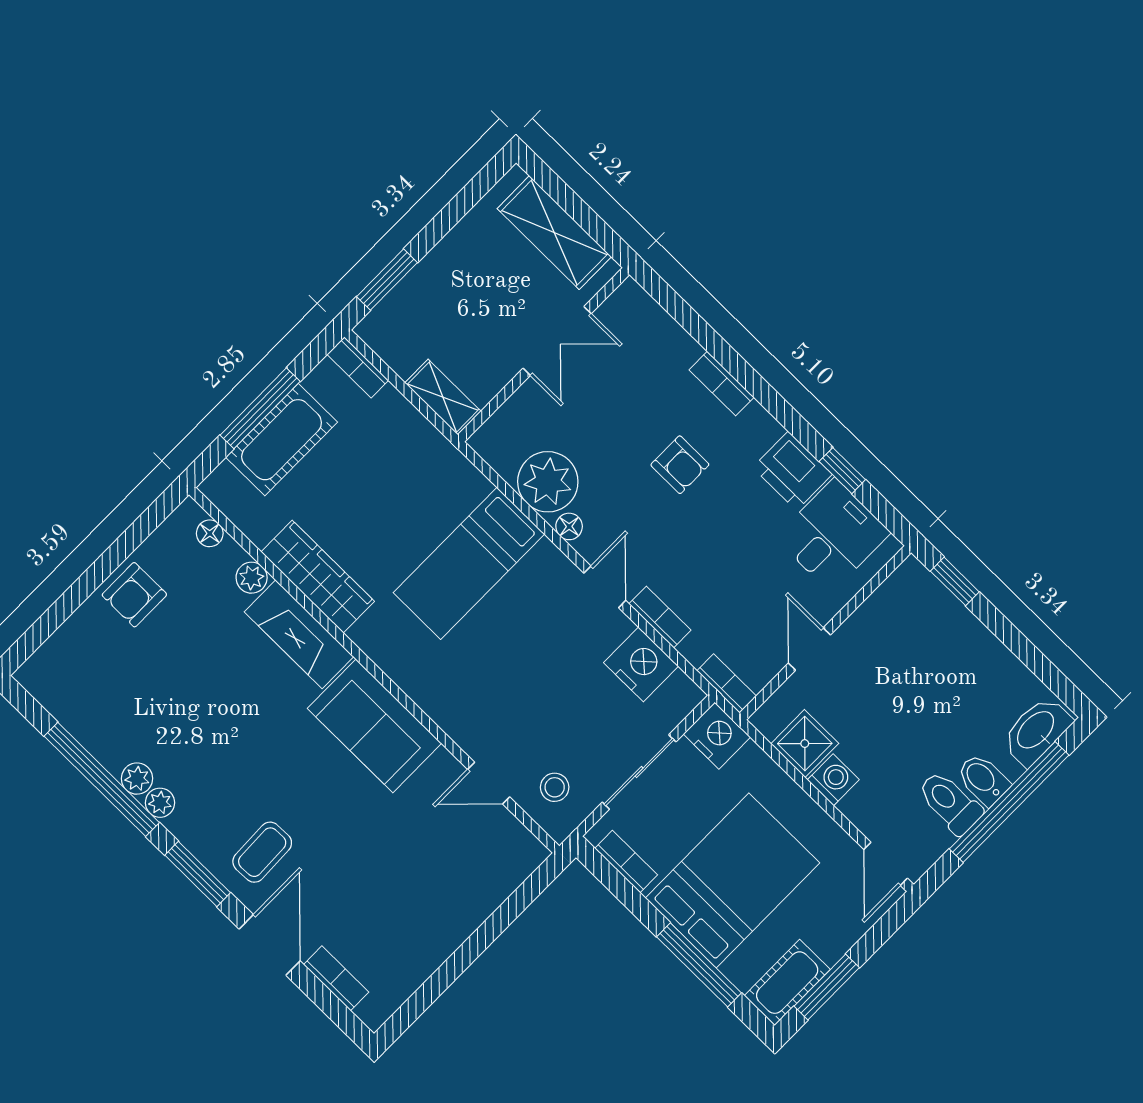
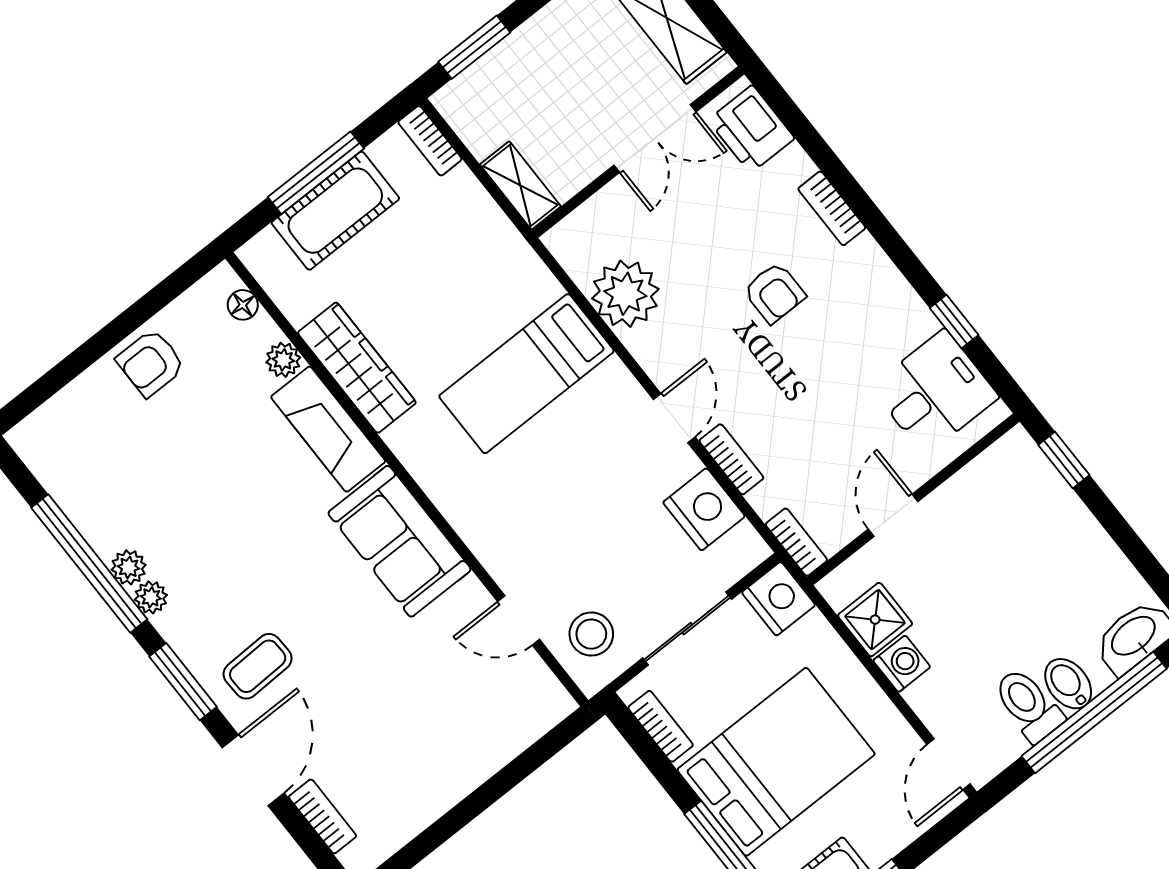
printer: (792, 471) -> (751, 129), moved
floor lamp: (569, 526) -> (643, 346), removed
stool: (555, 787) -> (591, 634), width x1.37, depth x1.37

